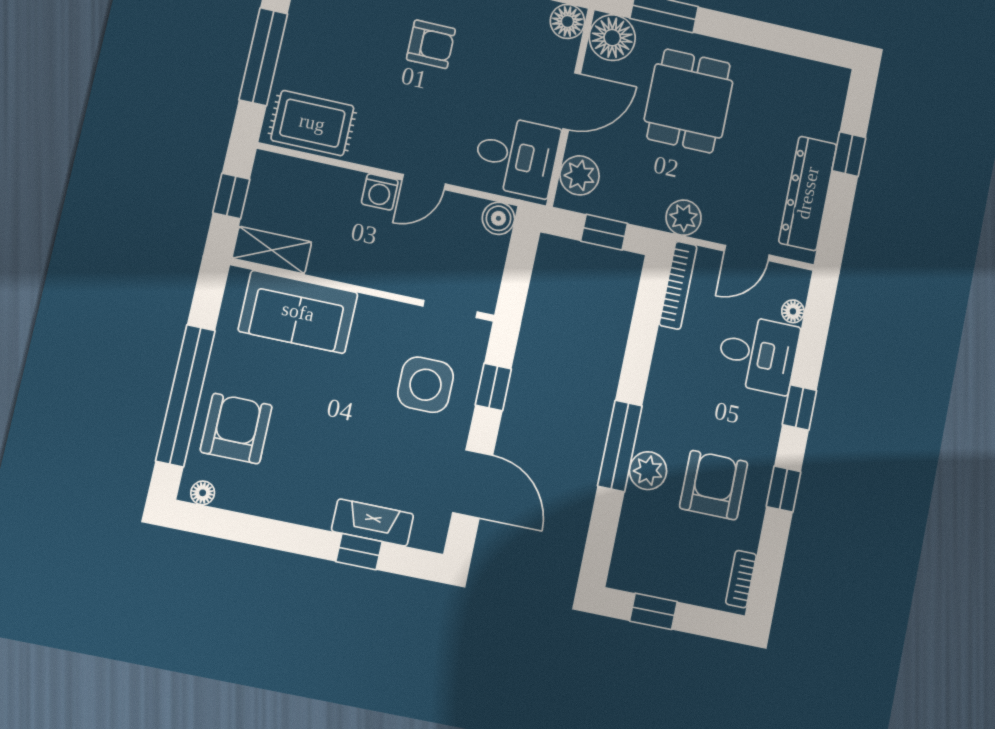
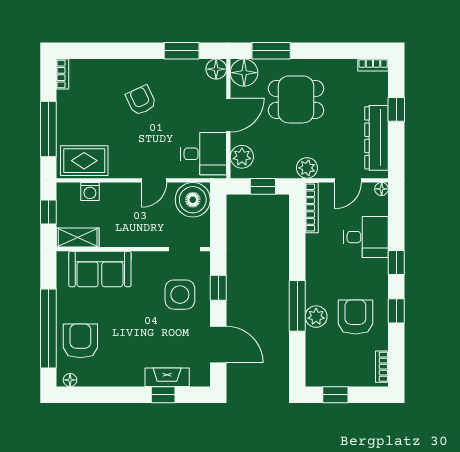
armchair: (431, 44) -> (141, 100), turned -115
bookcase: (825, 73) -> (373, 65), added
dining table: (689, 101) -> (296, 99), turned 90
washing machine: (380, 192) -> (90, 191), moved
boiler: (498, 218) -> (193, 200), width x1.86, depth x1.86
floor lamp: (793, 311) -> (382, 189), moved

